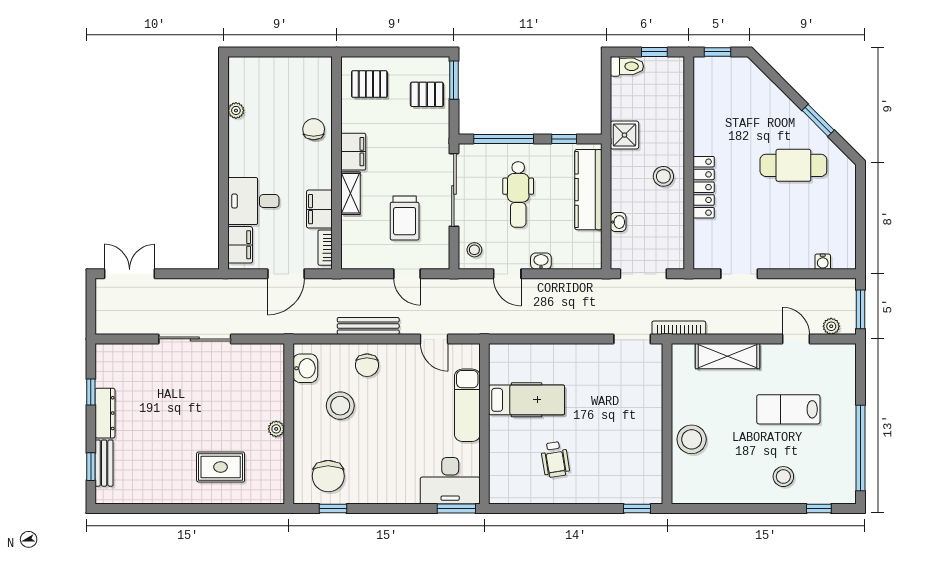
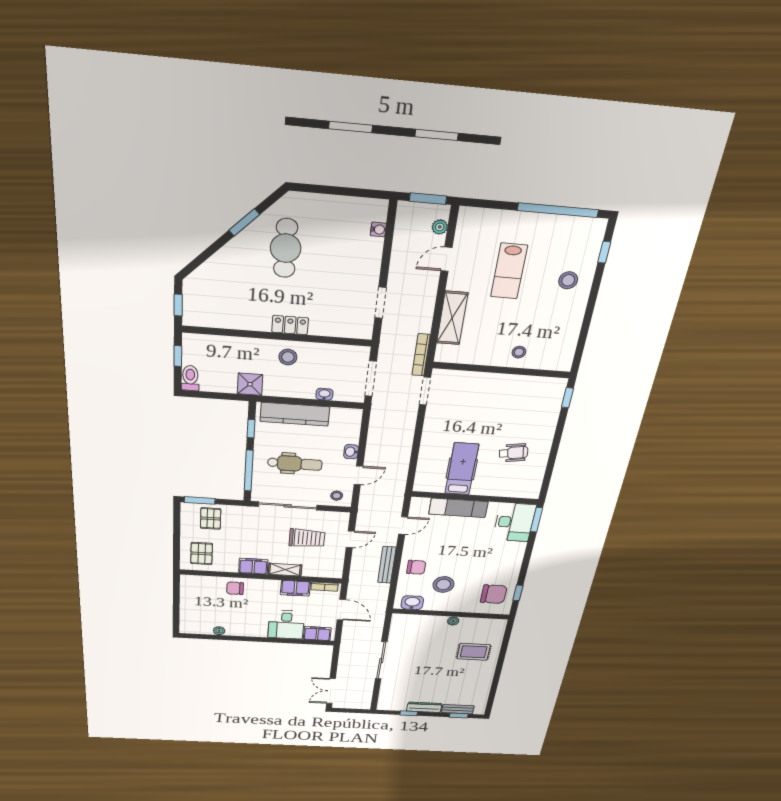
locker: (704, 187) -> (290, 325), width x0.66
stool: (692, 439) -> (519, 352), width x0.53, depth x0.53
rug: (221, 467) -> (474, 652), turned 90

